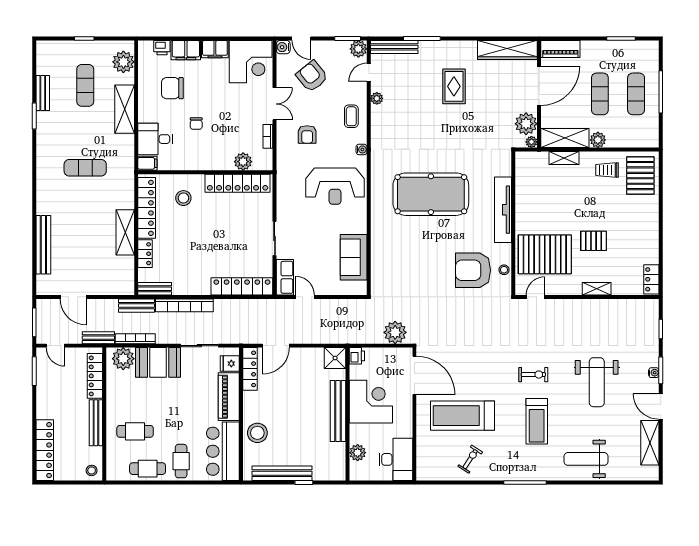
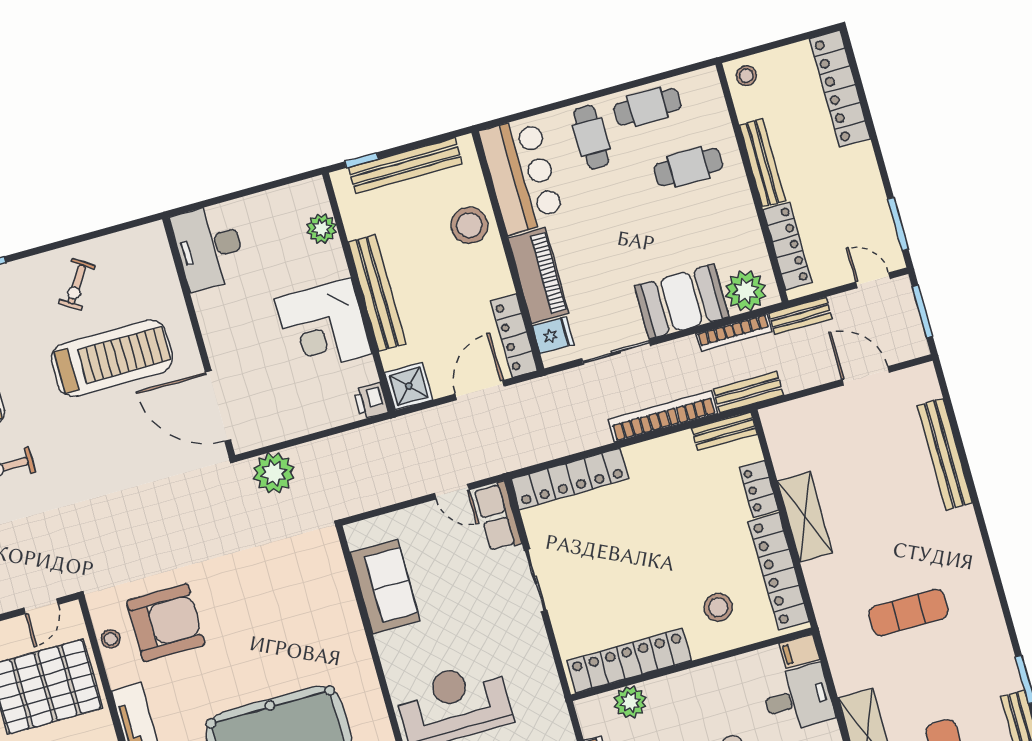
printer: (357, 356) -> (371, 401), moved
shower: (335, 358) -> (409, 386), moved
corner desk: (371, 402) -> (323, 326), moved
bench: (338, 411) -> (377, 293), moved
wall: (347, 414) -> (359, 292), moved
plant: (358, 453) -> (322, 229), moved

